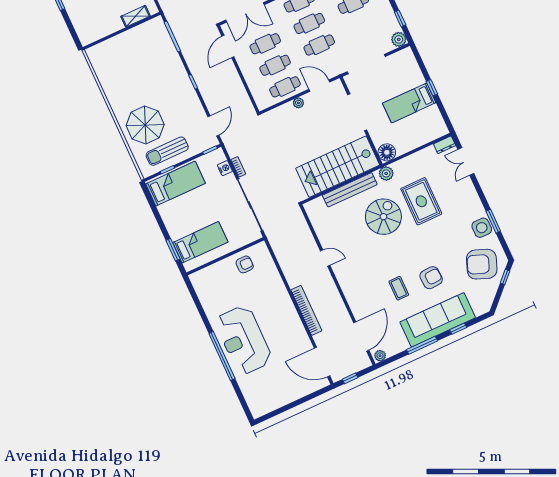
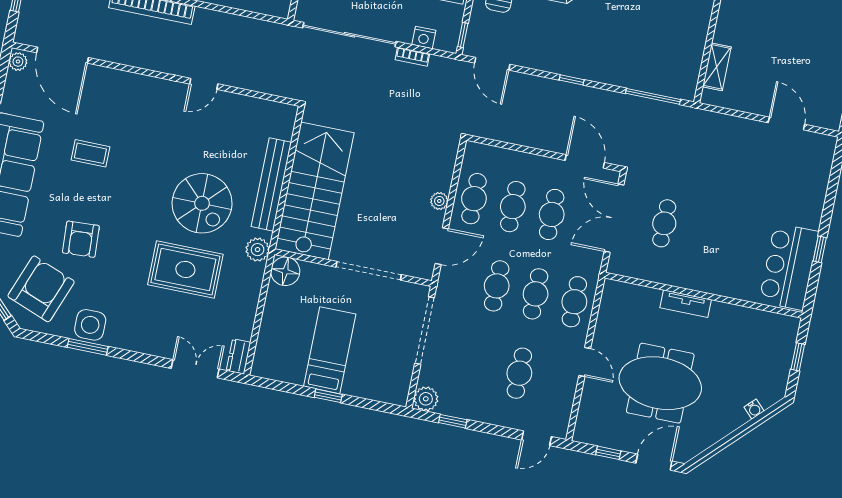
armchair: (431, 278) -> (81, 239), moved

